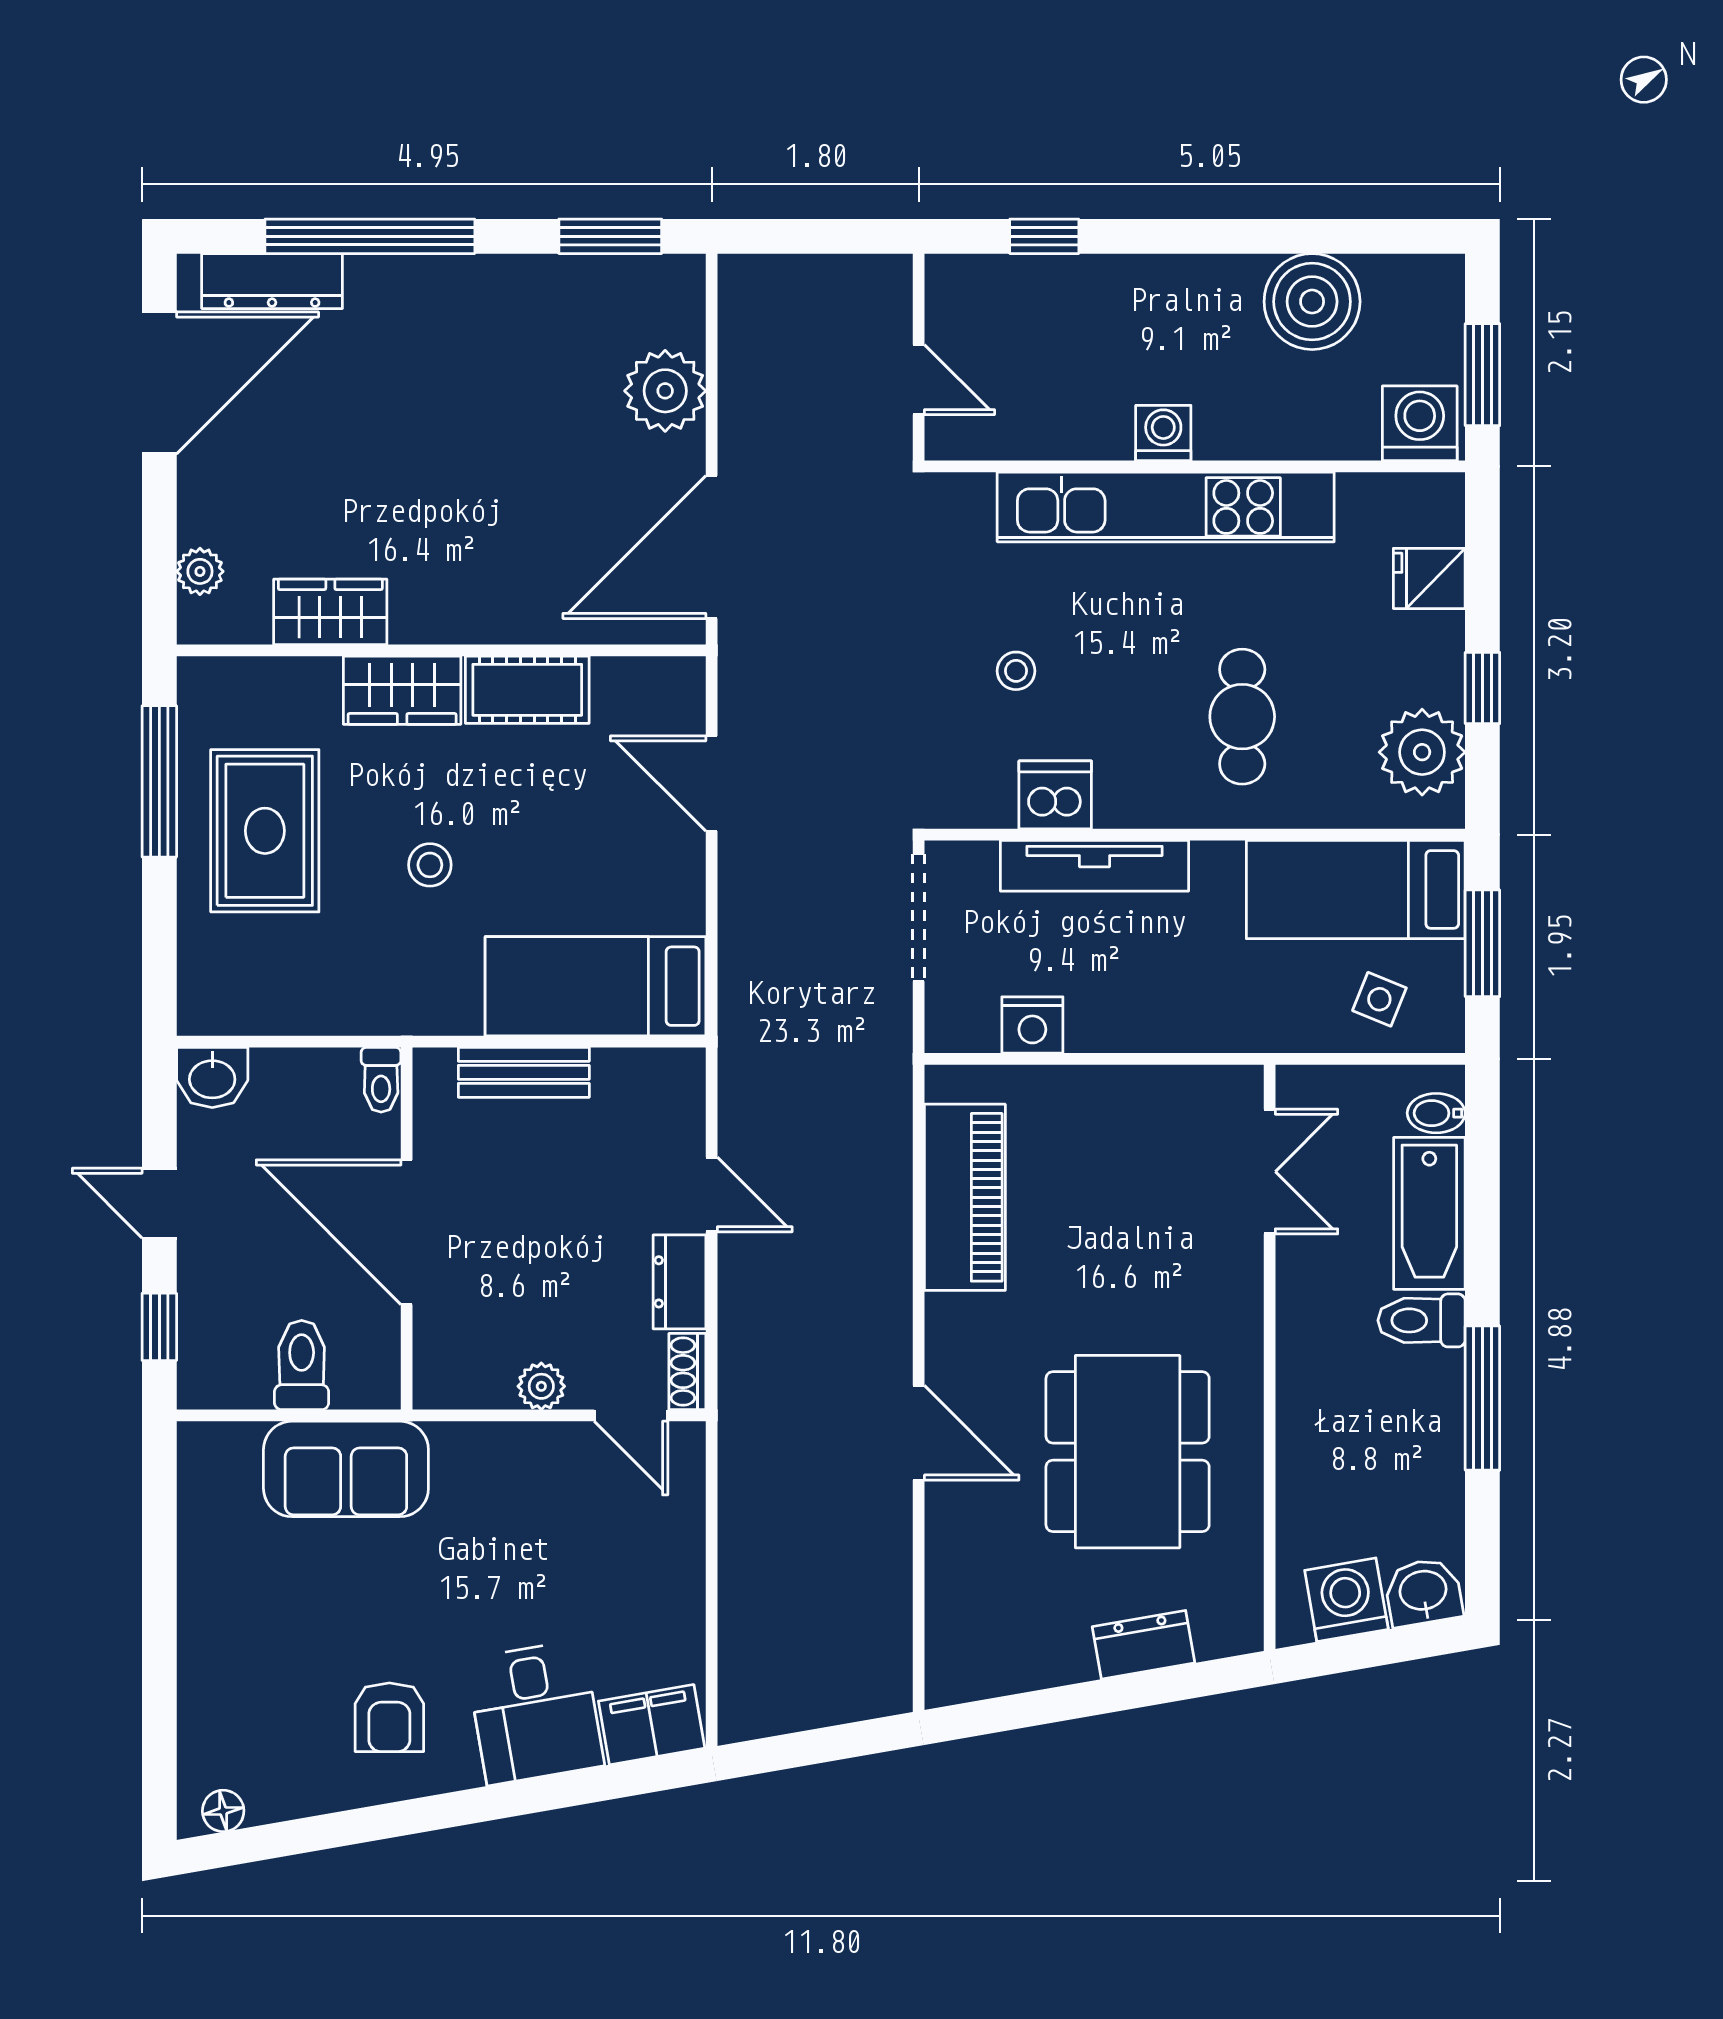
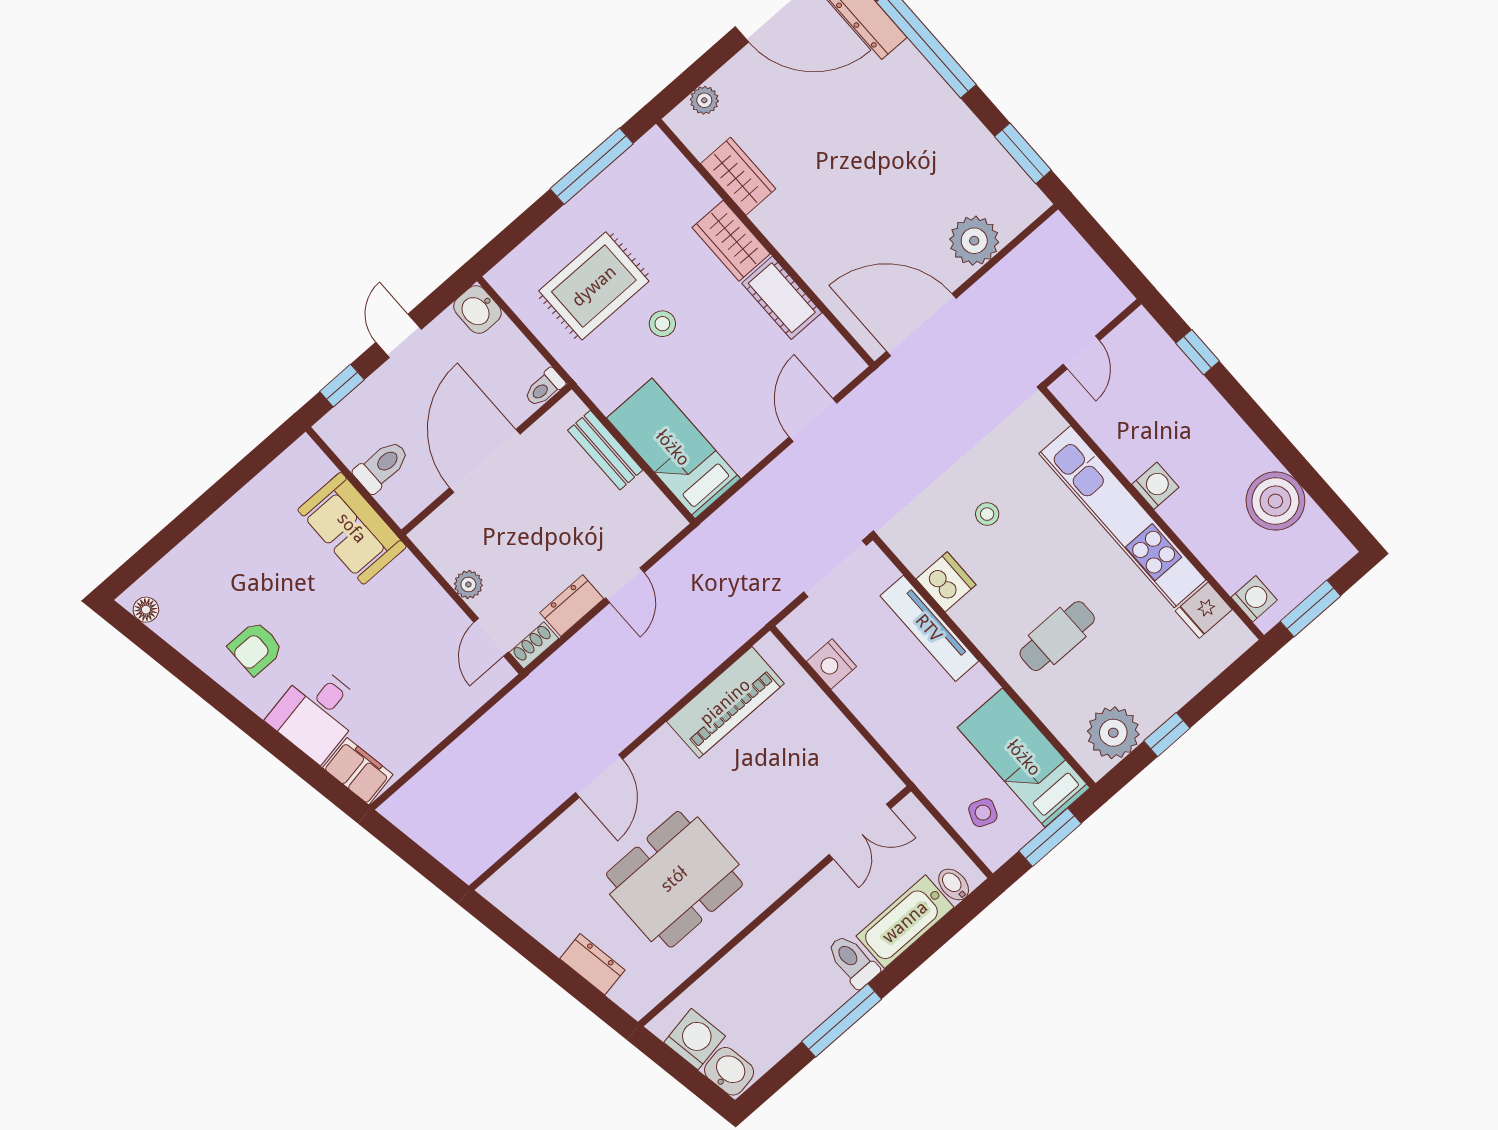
washing machine: (1420, 423) -> (1254, 599), width x0.73, depth x0.73
fridge: (1429, 578) -> (1204, 610), moved, turned -90
rug: (265, 831) -> (594, 286), moved

